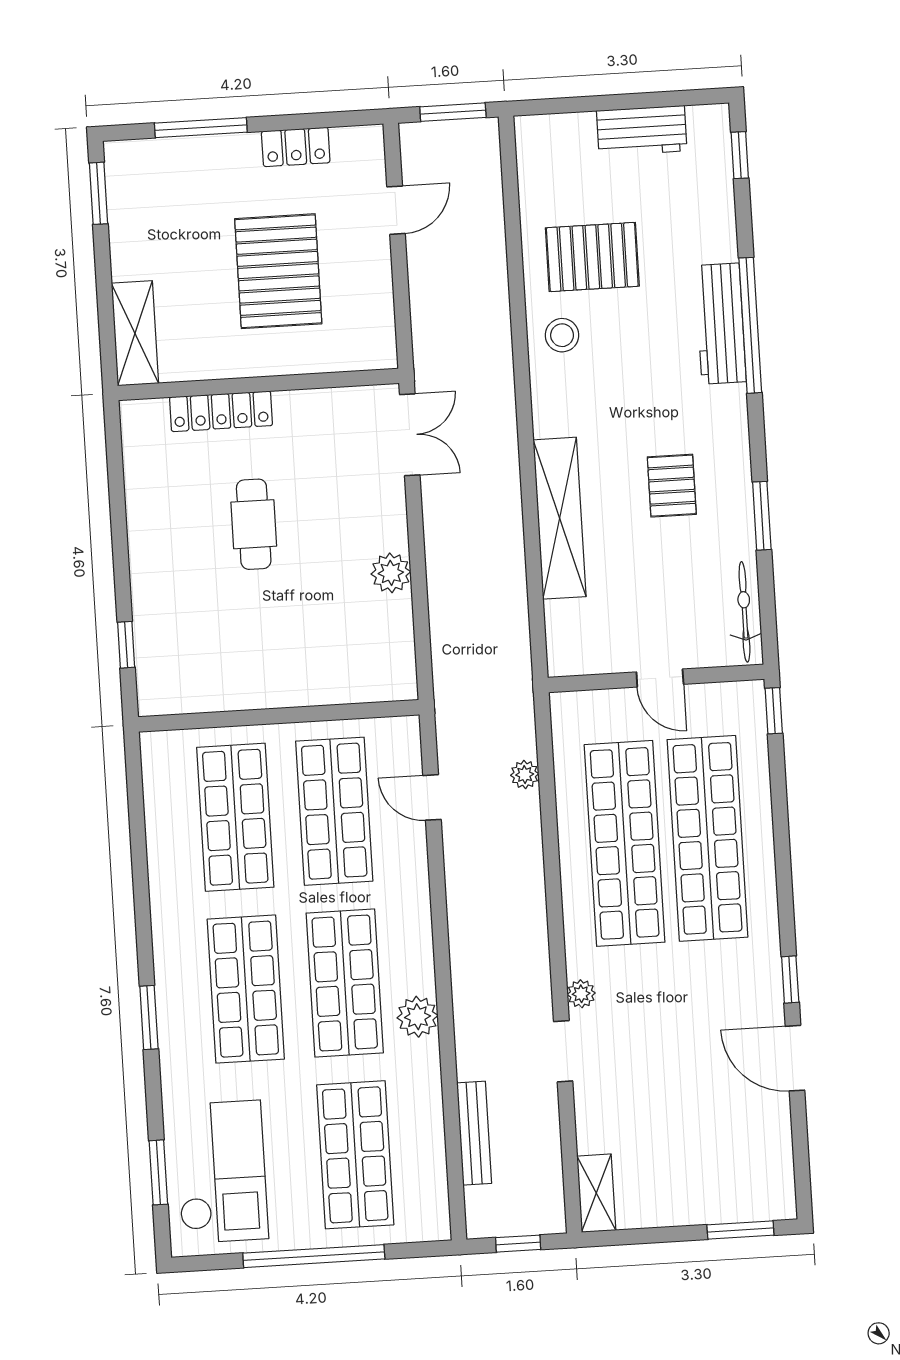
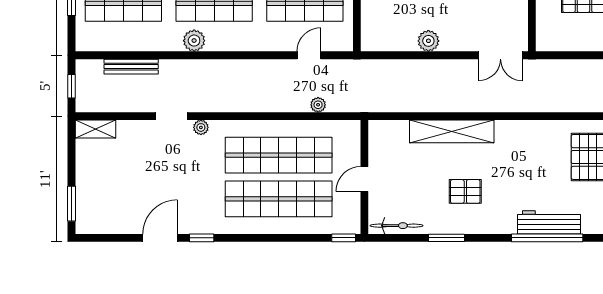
stool: (562, 335) -> (548, 139), removed

